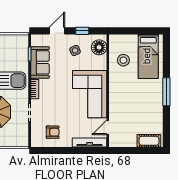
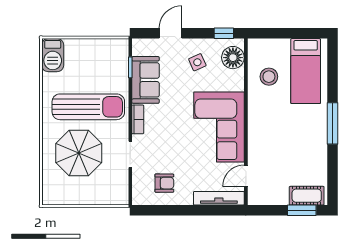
window: (82, 31) -> (224, 33), moved
window: (146, 151) -> (302, 210), added

